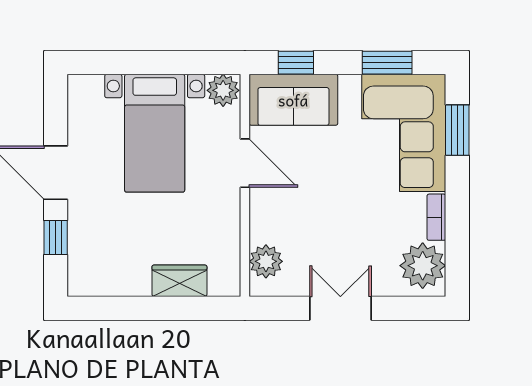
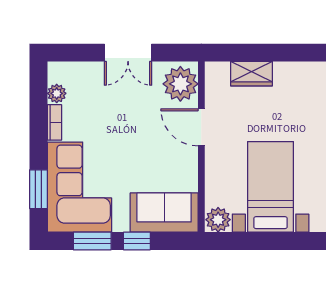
window: (296, 63) -> (137, 241), moved
door: (245, 163) -> (201, 127), moved
plant: (266, 261) -> (180, 84), width x1.36, depth x1.36
plant: (423, 266) -> (57, 93), width x0.53, depth x0.53

